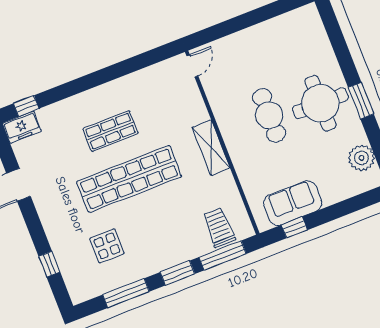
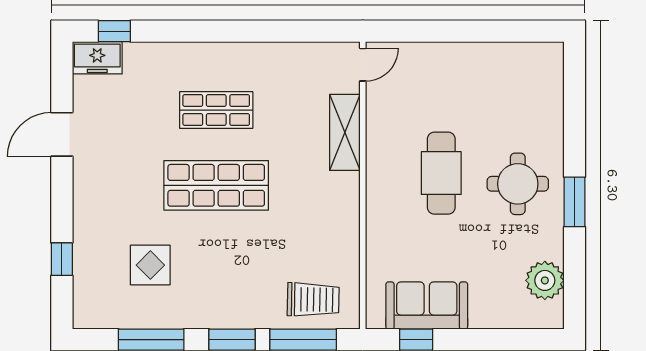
round table: (320, 103) -> (518, 184), width x0.73, depth x0.73
shelving: (211, 148) -> (345, 132), moved
shop shelf: (129, 179) -> (216, 185), width x0.71
trolley: (219, 227) -> (313, 300), turned 91

